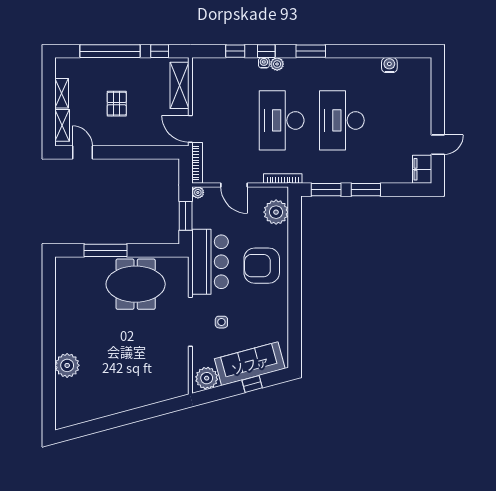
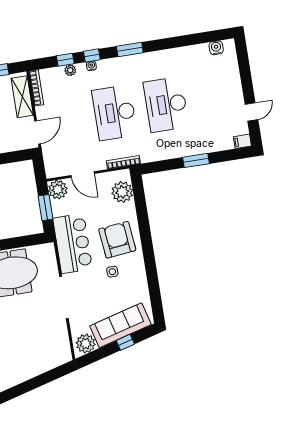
plant: (277, 64) -> (70, 70), moved
water cooler: (389, 65) -> (216, 48), moved
door: (190, 129) -> (38, 132), swing flipped
bookcase: (197, 163) -> (36, 88), moved
filing cabinet: (422, 169) -> (242, 141), width x0.50
window: (326, 190) -> (162, 166), removed
plant: (198, 192) -> (58, 190), width x1.88, depth x1.88
armchair: (262, 266) -> (117, 240), turned 84
side table: (221, 322) -> (112, 272), moved

